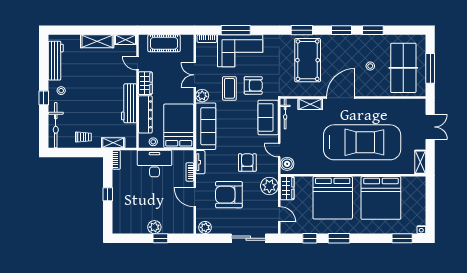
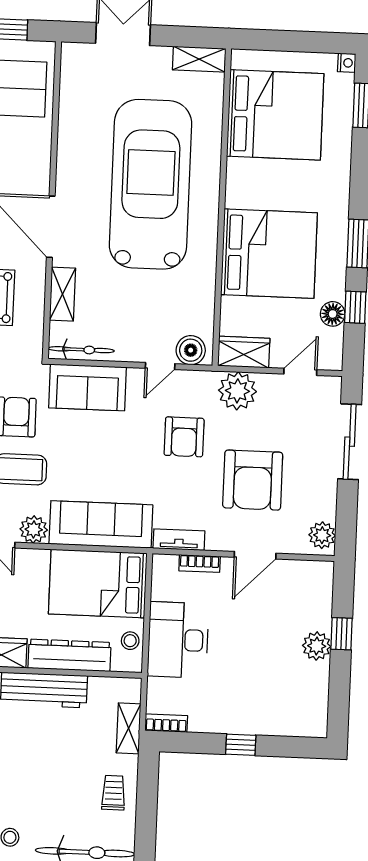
armchair: (247, 162) -> (184, 437), turned -90
bed: (381, 198) -> (275, 115), moved
floor lamp: (306, 228) -> (333, 314), added

